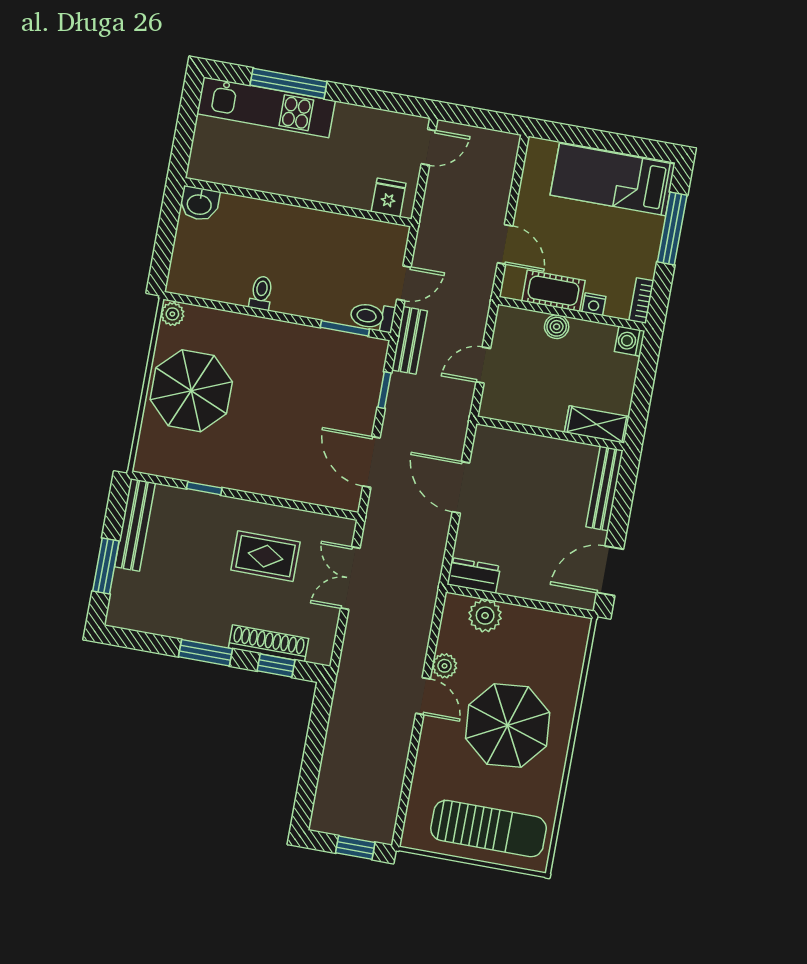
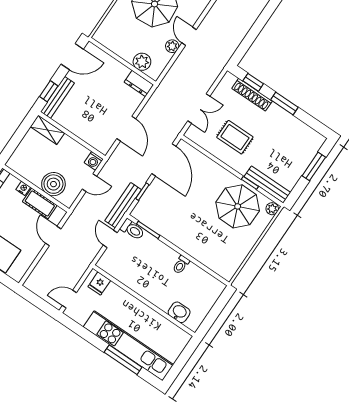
kitchen unit: (266, 107) -> (128, 346), width x1.36
washbasin: (199, 204) -> (179, 312), moved
door: (404, 283) -> (110, 239), hinge flipped
plant: (172, 314) -> (272, 209), moved
boiler: (557, 327) -> (53, 184), width x1.86, depth x1.86
bench: (410, 340) -> (123, 205), width x1.36
washing machine: (630, 341) -> (94, 161), moved, turned 90
parasol: (191, 391) -> (238, 206), moved
door: (371, 462) -> (164, 160), width x1.36
window: (624, 493) -> (49, 91), added
bench: (135, 525) -> (267, 185), moved, turned 90

